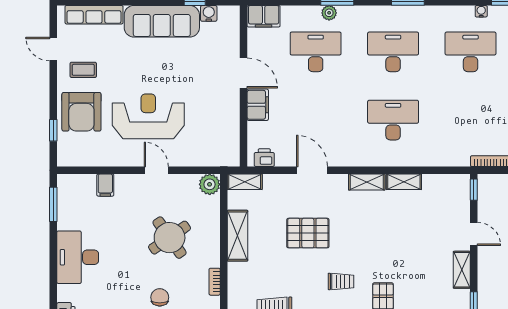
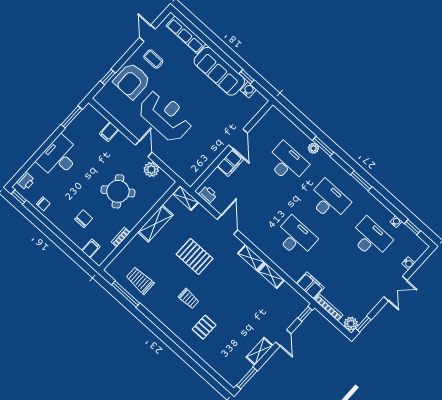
filing cabinet: (264, 16) -> (310, 286), moved, turned 180
plant: (210, 184) -> (151, 169), moved

